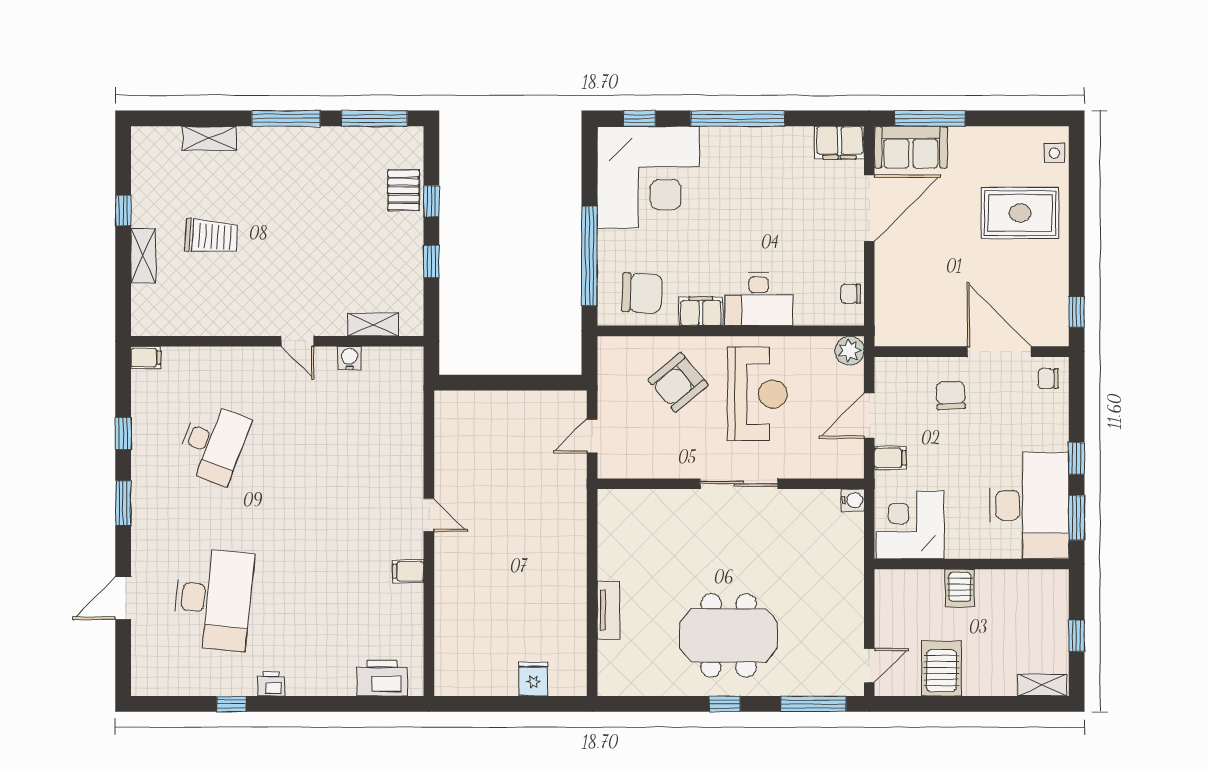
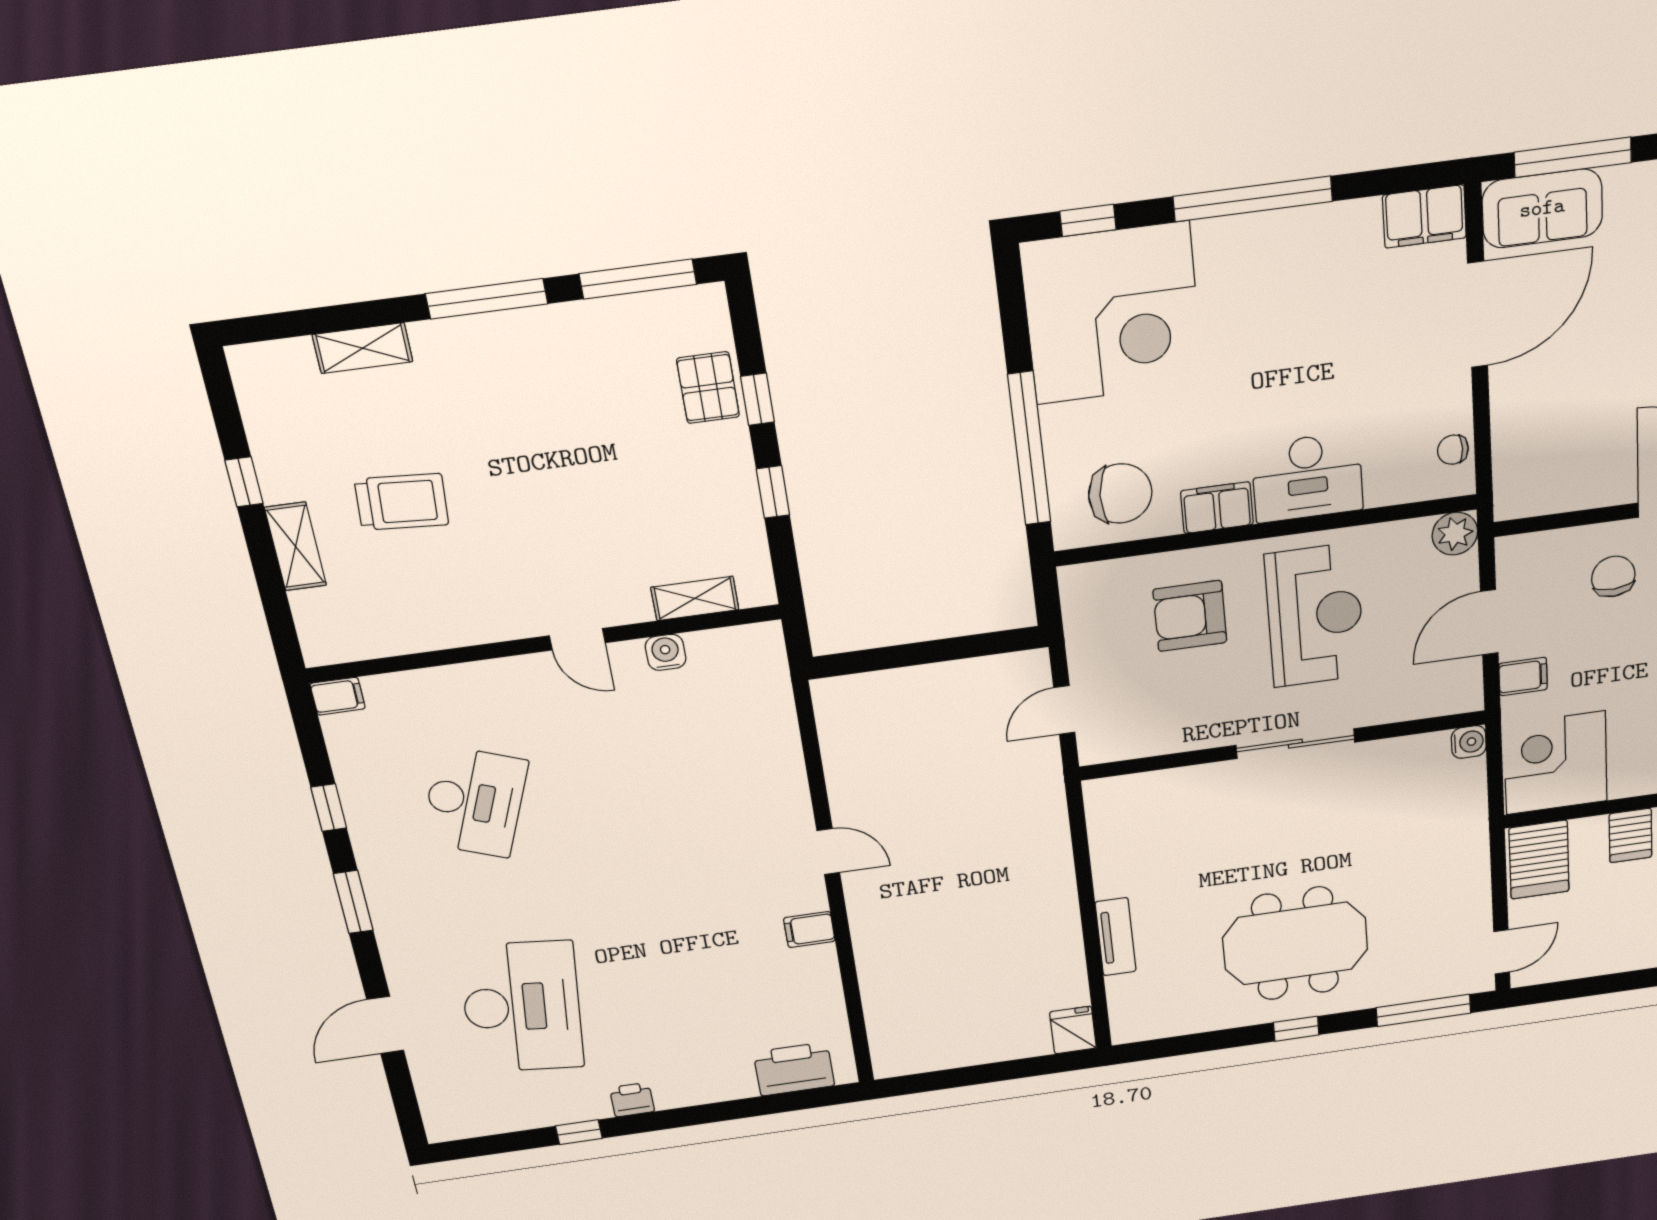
armchair: (678, 382) -> (1190, 616), turned 40
server rack: (941, 668) -> (1539, 860), moved, turned 180
fridge: (533, 679) -> (1073, 1030), moved

